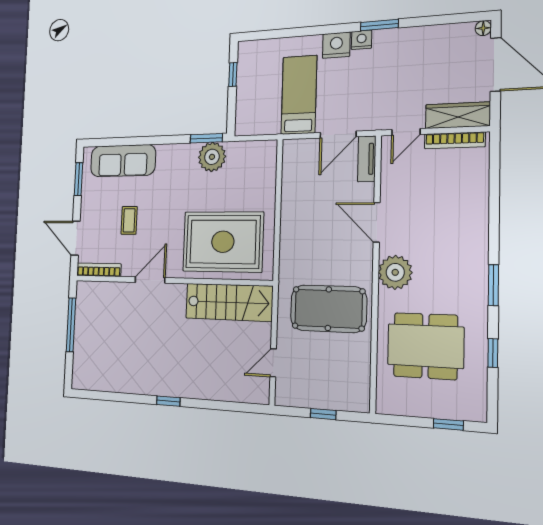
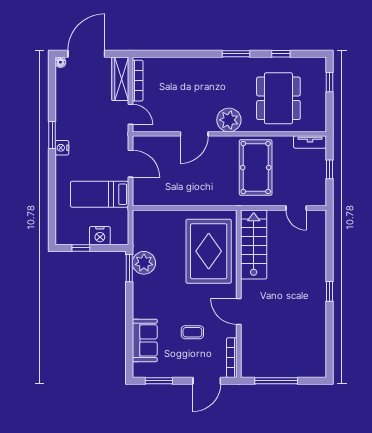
nightstand: (336, 45) -> (100, 236), moved, turned -90
tv unit: (367, 159) -> (310, 142), moved
sofa: (123, 161) -> (145, 340), width x0.73

